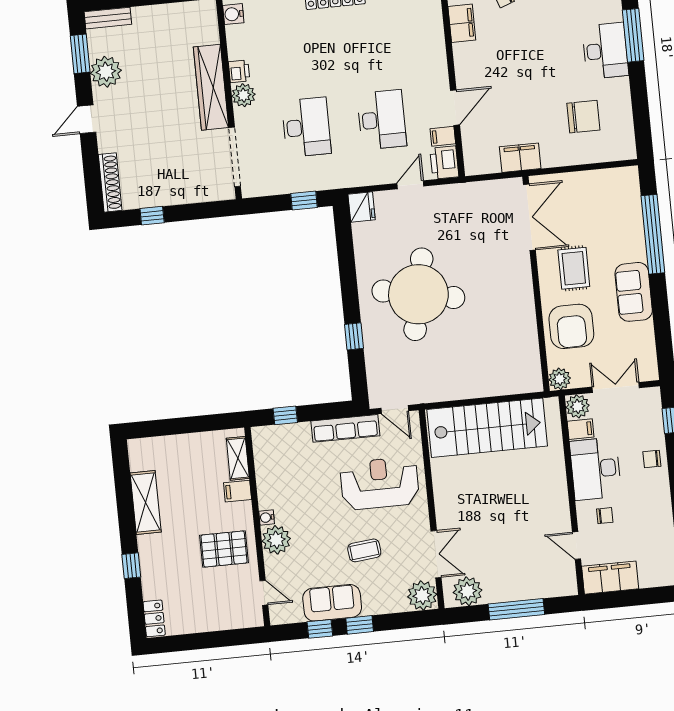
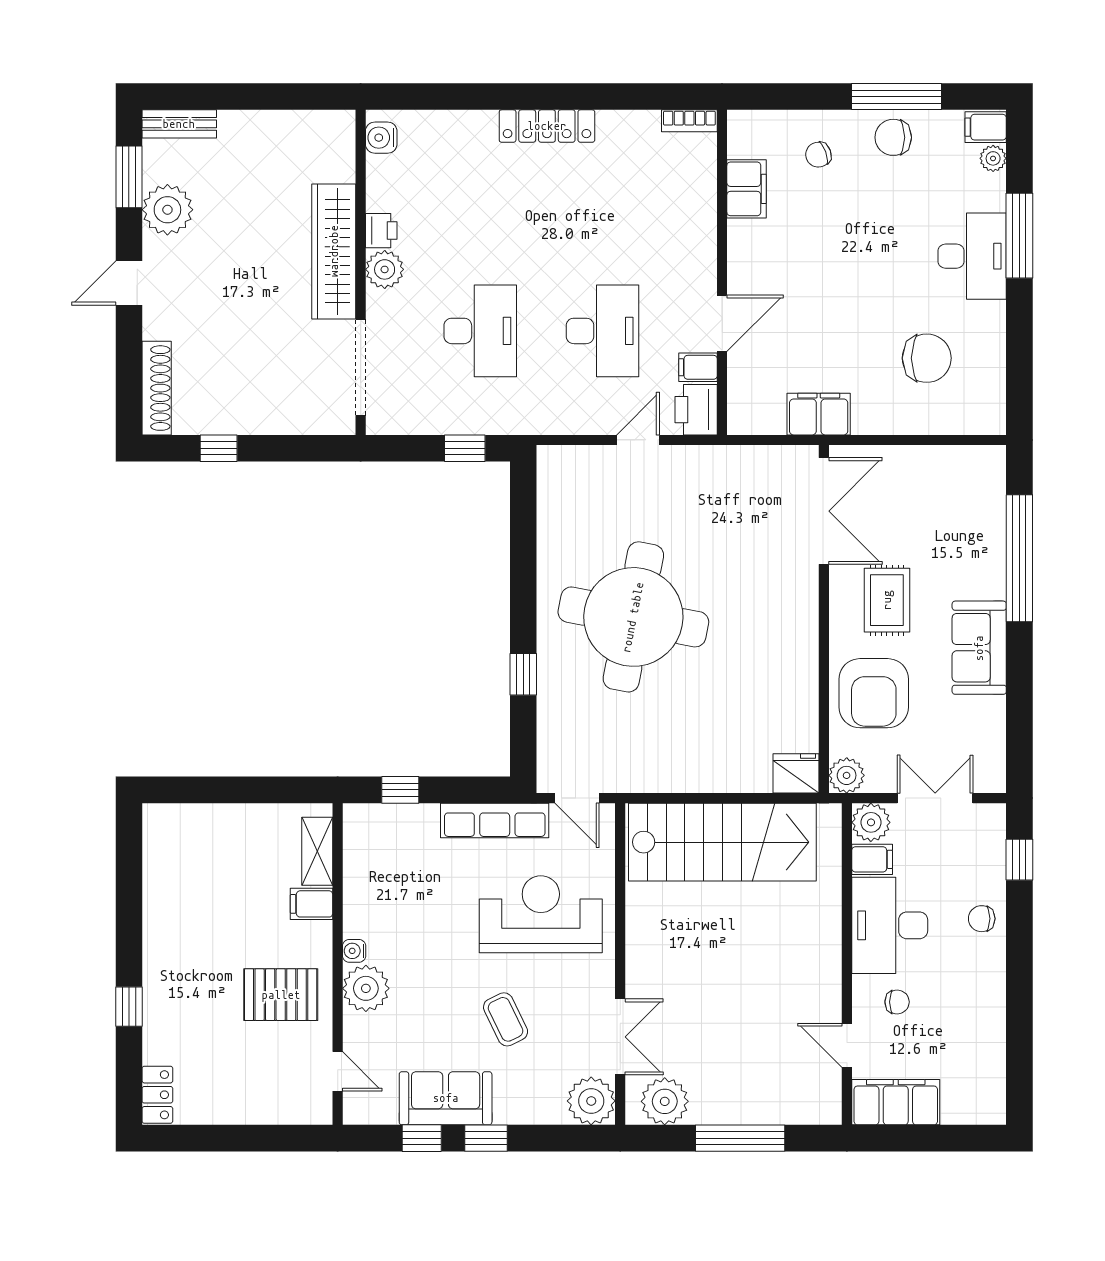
fridge: (362, 207) -> (796, 773), moved, turned -90
shelving: (146, 502) -> (162, 907), removed
coffee table: (364, 550) -> (506, 1019), turned 70

